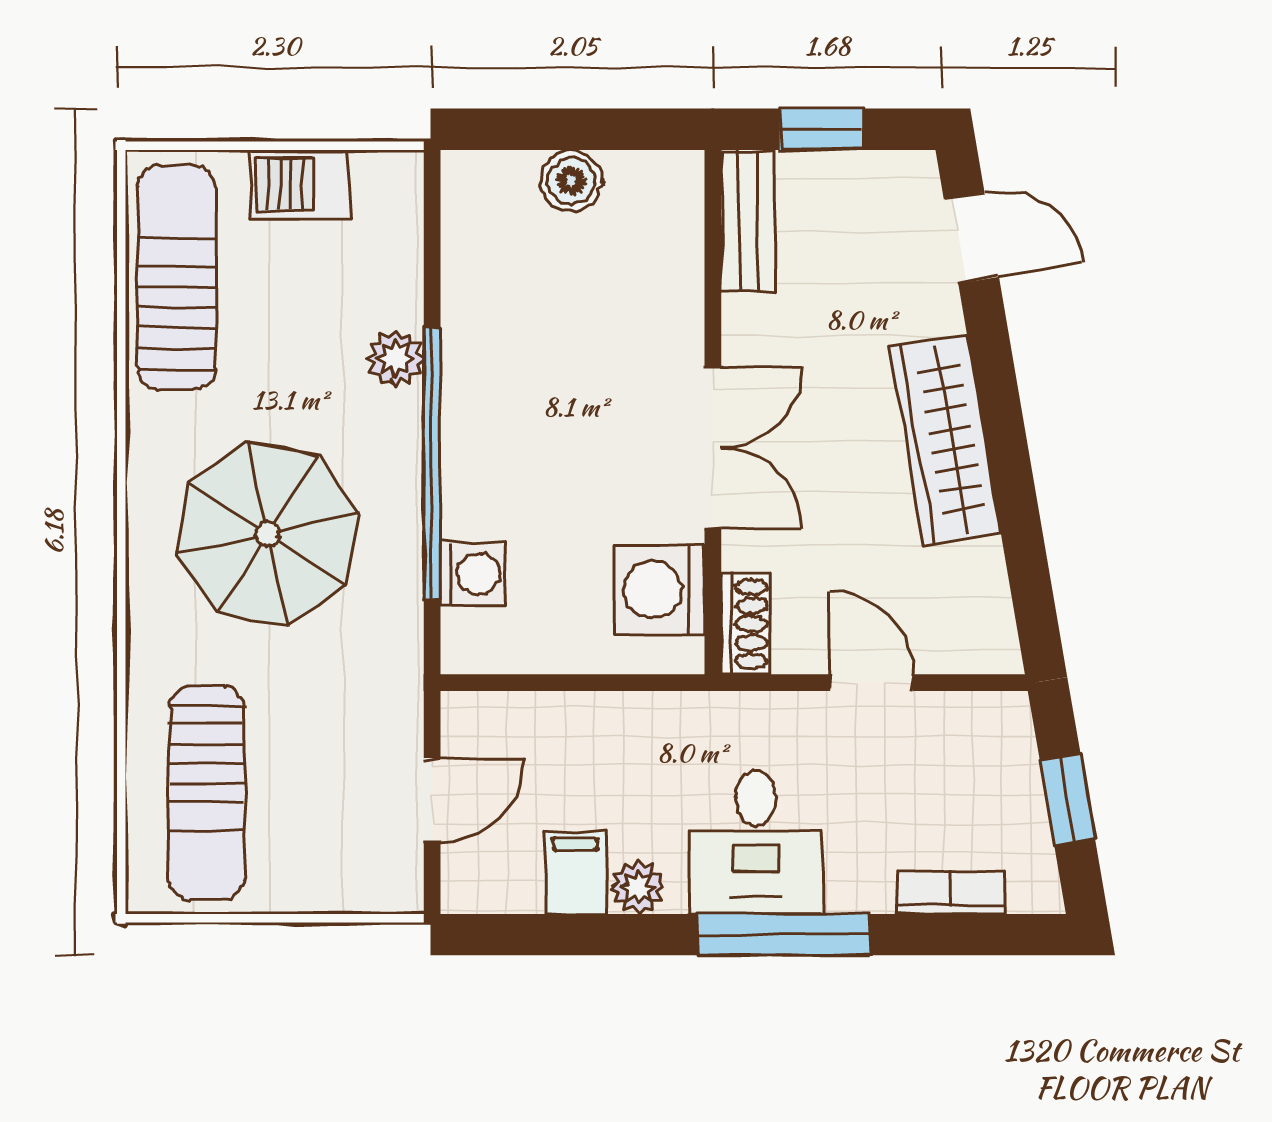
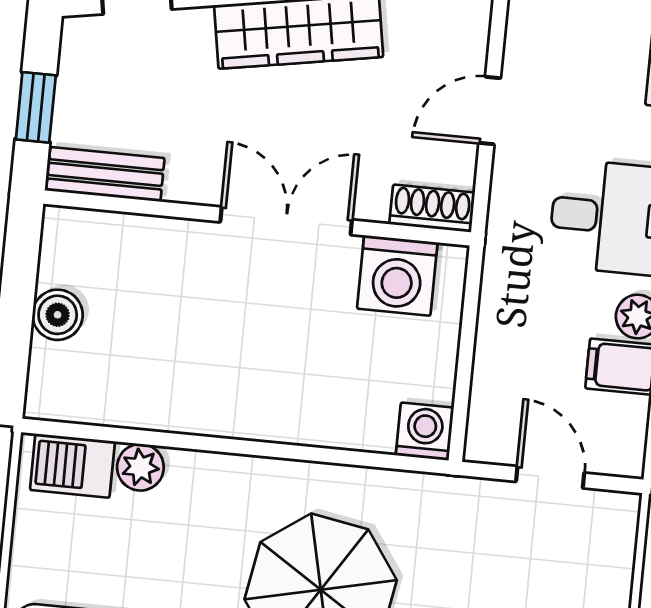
barbecue: (299, 185) -> (72, 466), moved, turned 90
plant: (395, 359) -> (140, 467), moved
window: (432, 464) -> (277, 450), removed
washing machine: (473, 574) -> (425, 431), moved

